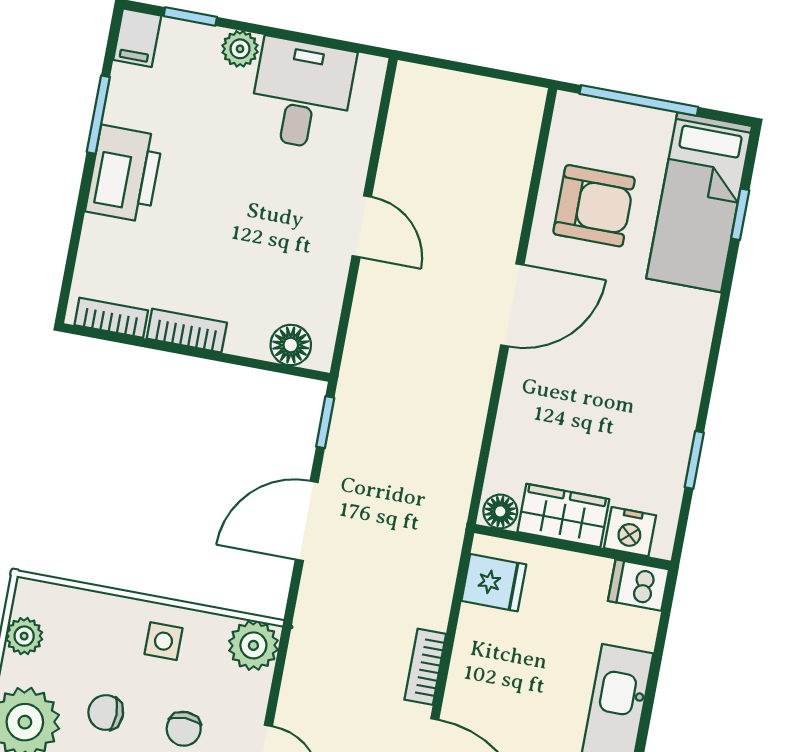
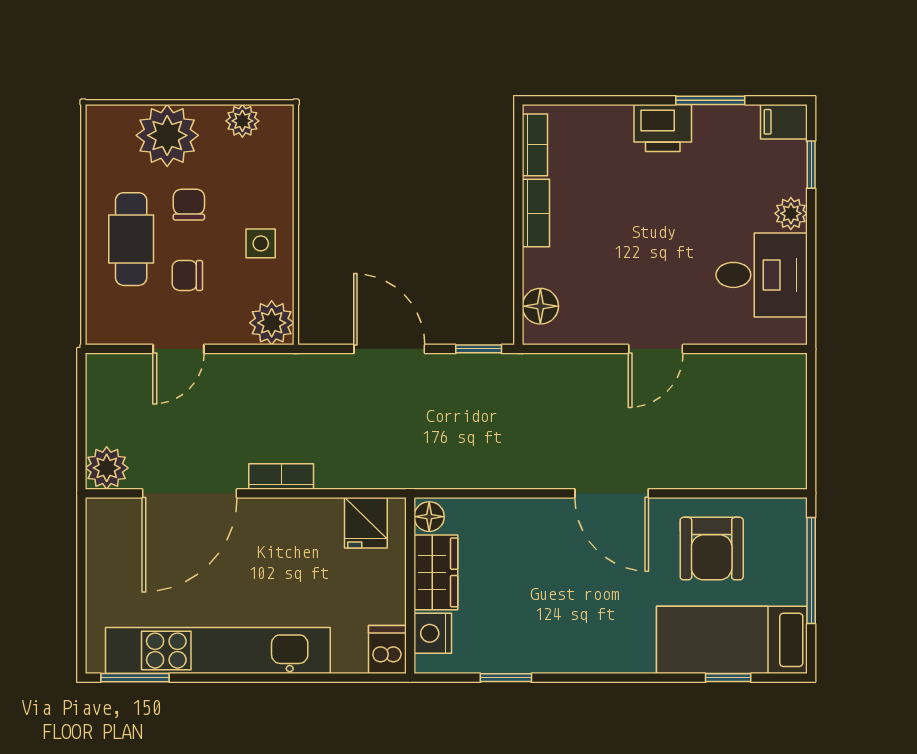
printer: (124, 174) -> (663, 128), width x0.73, depth x0.84

